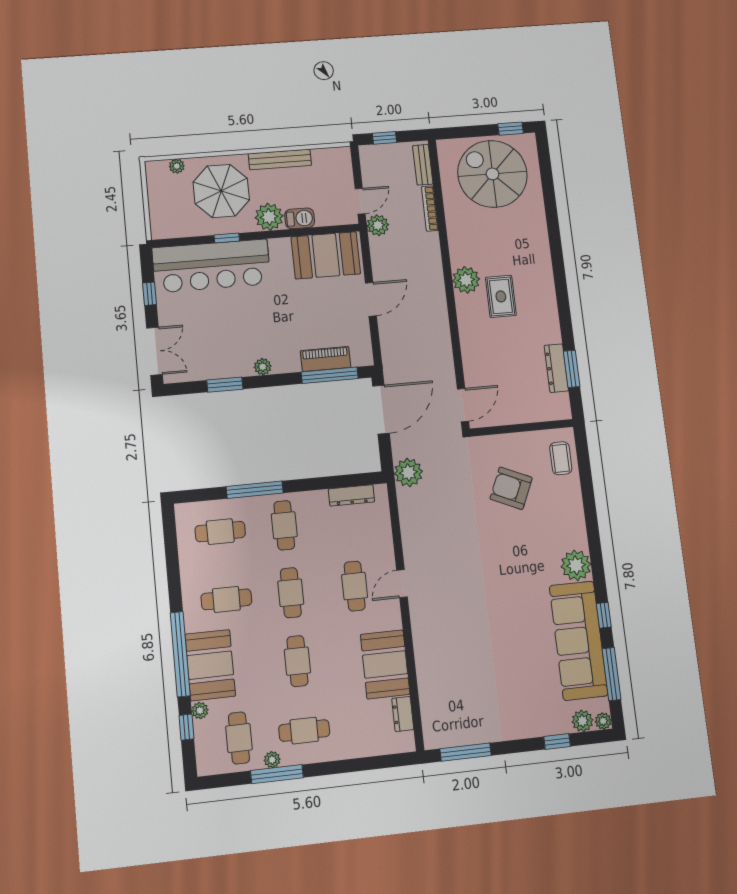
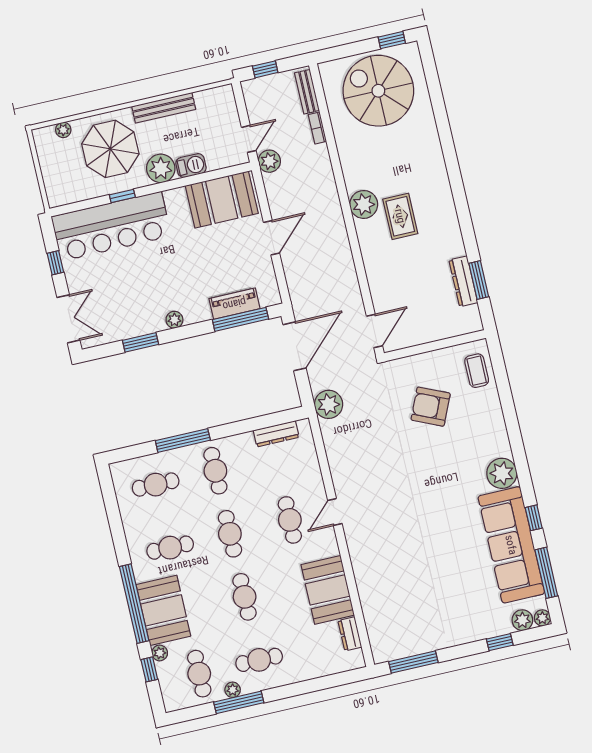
bookcase: (430, 209) -> (317, 128), width x0.64

